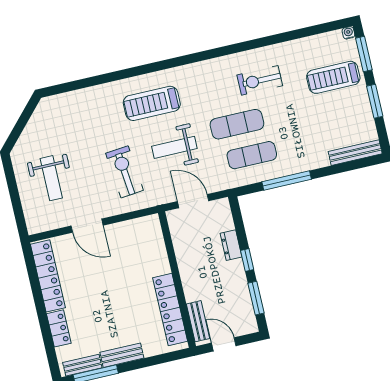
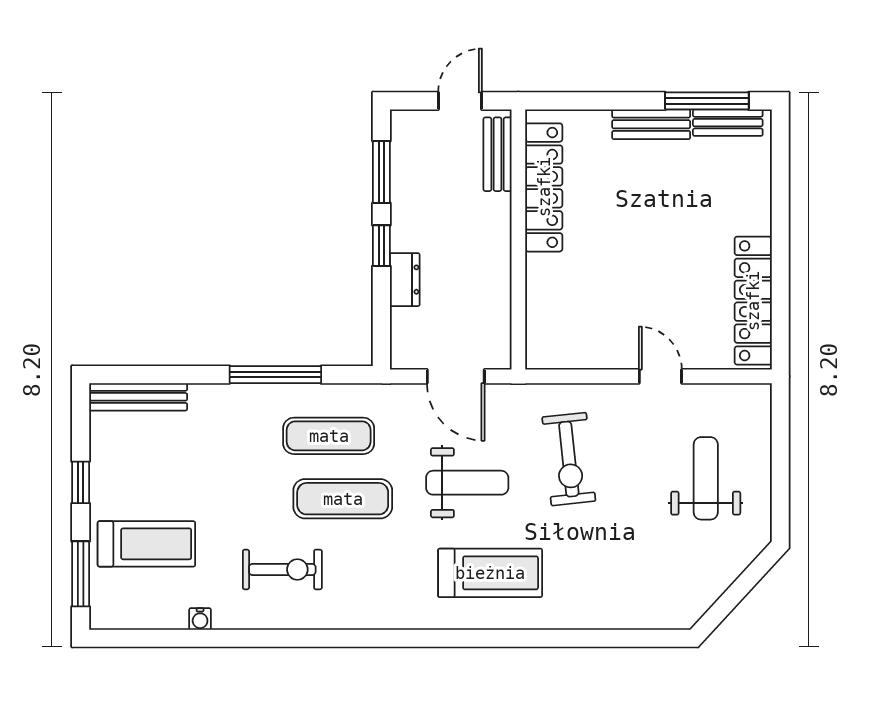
water cooler: (348, 33) -> (200, 619), moved
window: (375, 101) -> (81, 482), width x0.67
door: (87, 226) -> (660, 376), width x0.73
locker: (59, 328) -> (755, 200), removed
door: (224, 344) -> (460, 101), swing flipped

